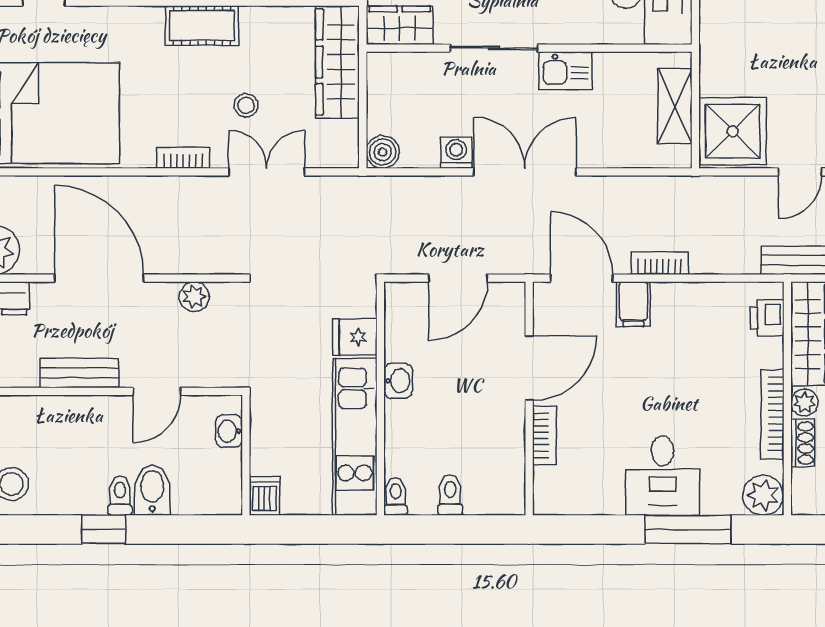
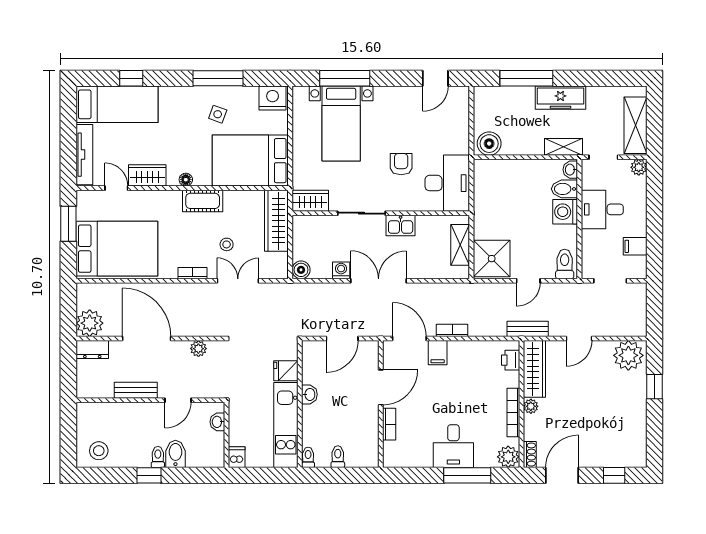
shoe rack: (803, 443) -> (530, 455), moved

